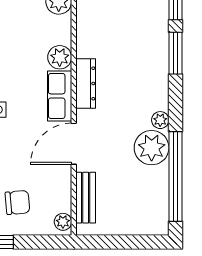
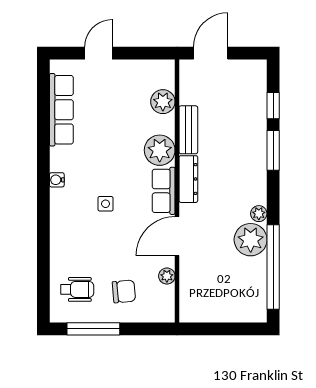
plant: (60, 57) -> (160, 150), width x1.36, depth x1.36
bench: (86, 198) -> (188, 130), moved
plant: (63, 222) -> (167, 276), moved

